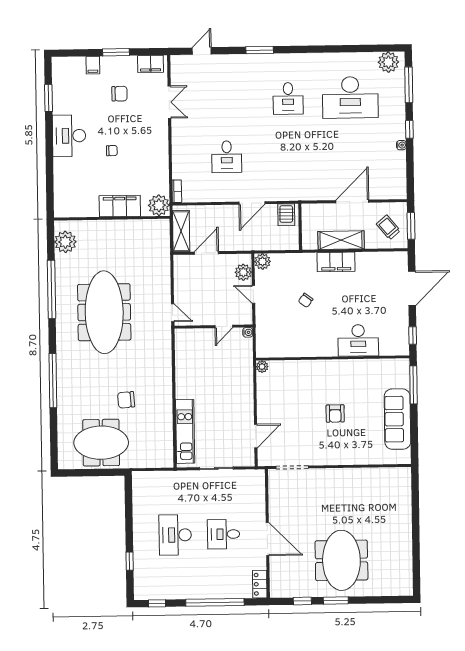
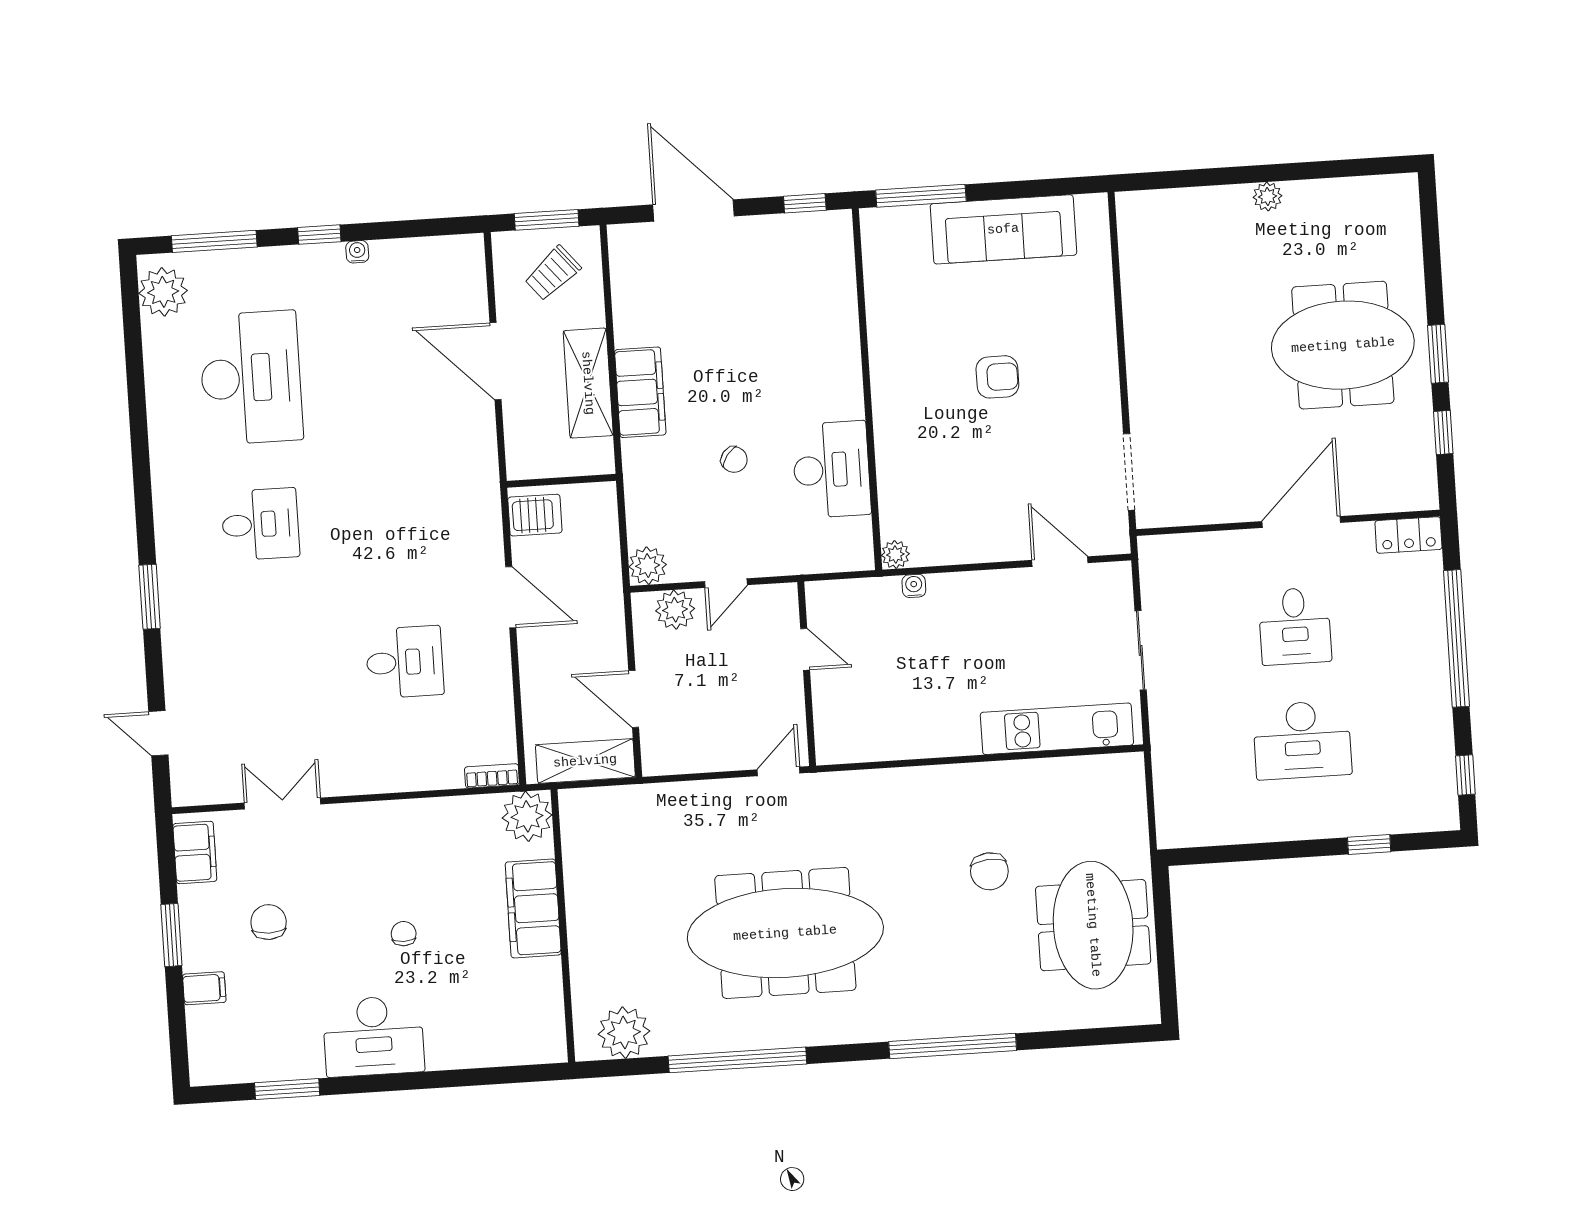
water cooler: (248, 332) -> (914, 586), moved
desk: (358, 340) -> (832, 470), moved
plant: (406, 532) -> (1267, 196), added

